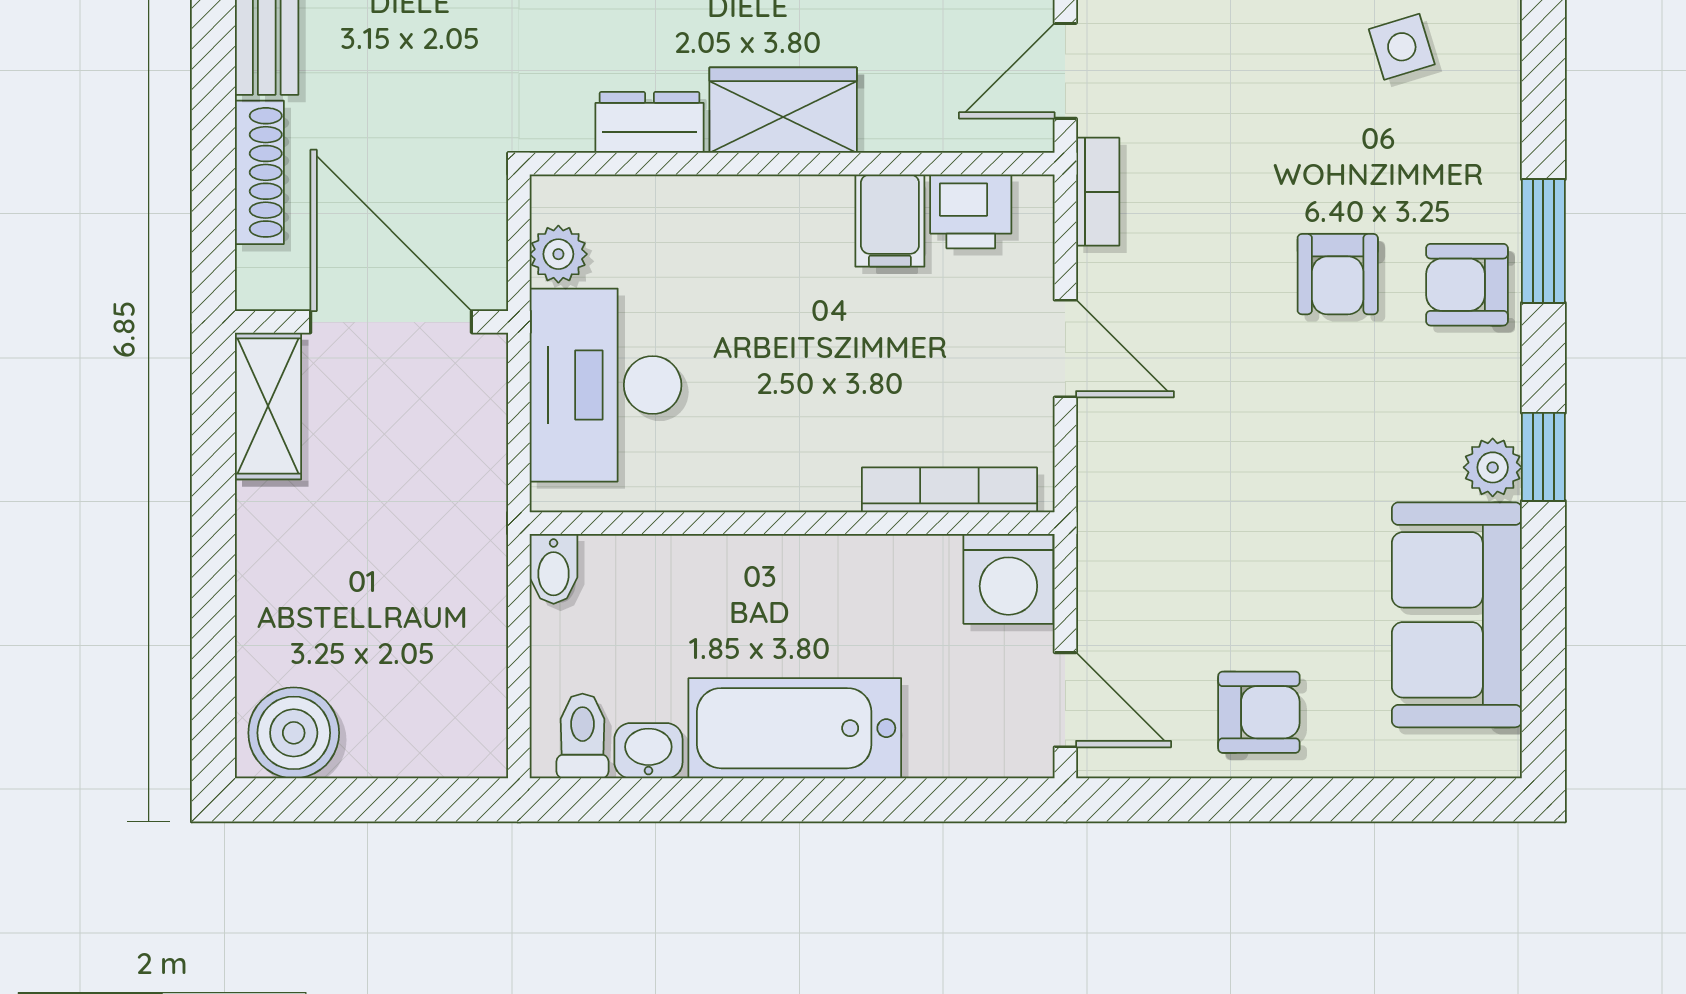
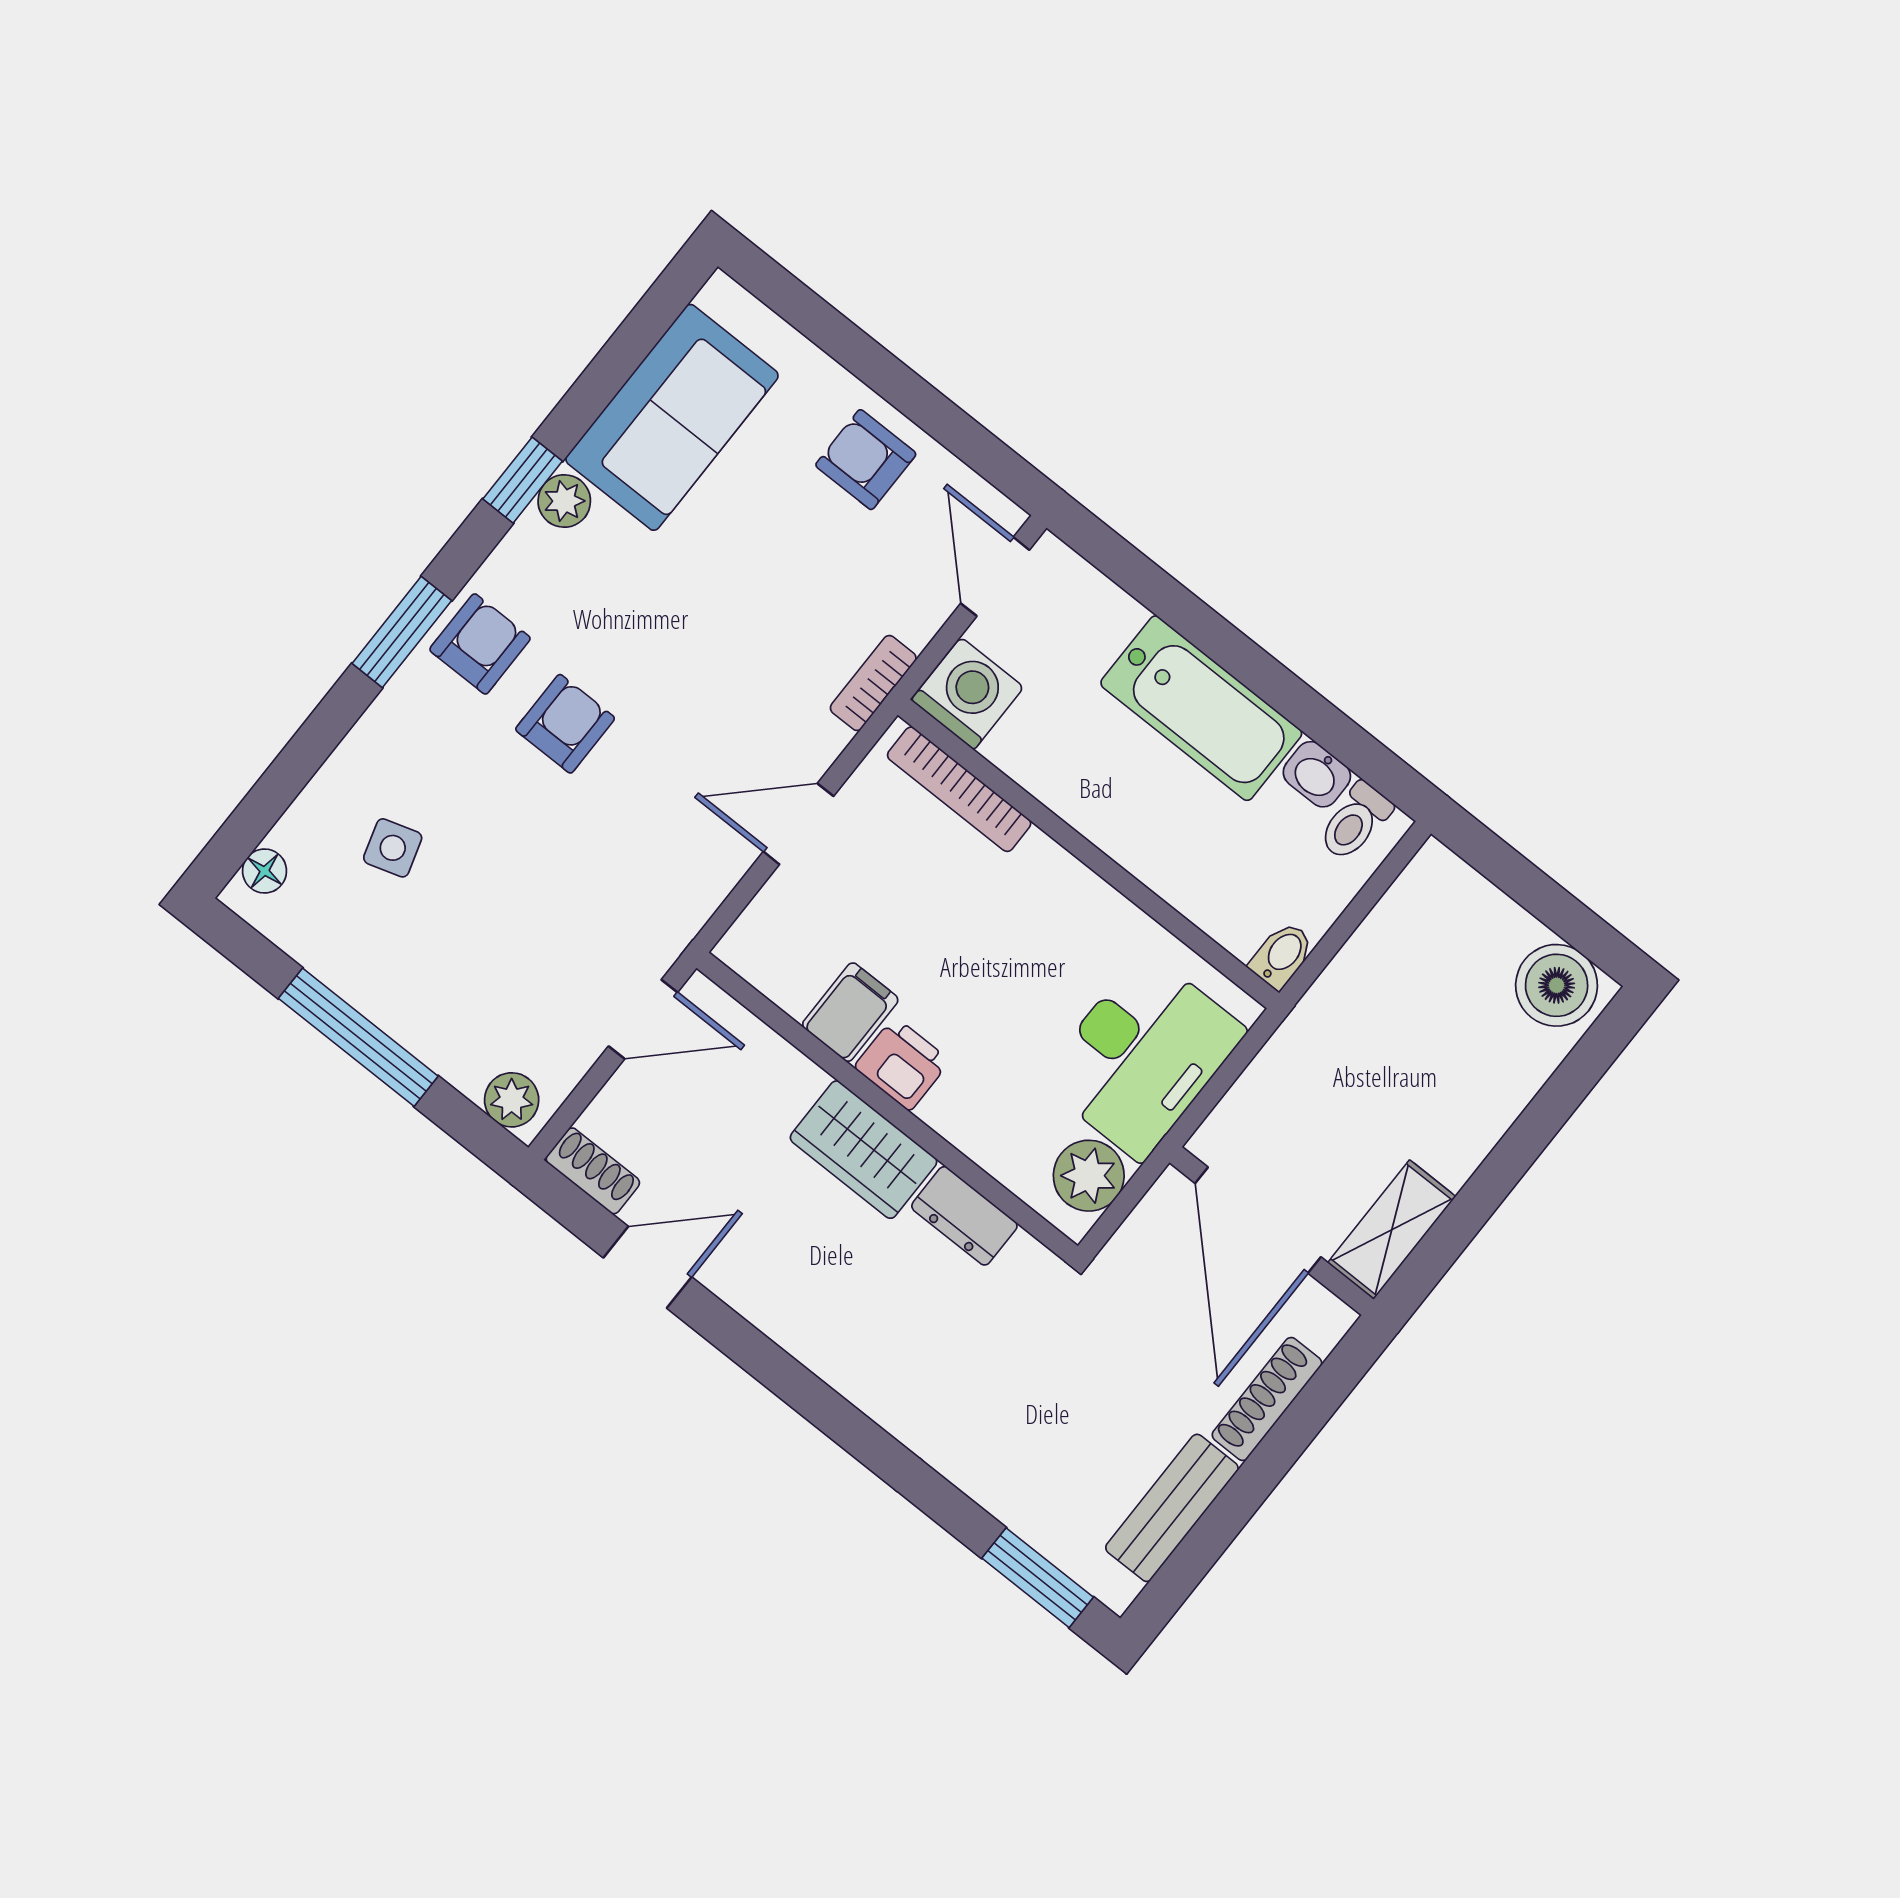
bookcase: (1098, 192) -> (873, 683), moved
printer: (971, 211) -> (902, 1064), moved
plant: (558, 254) -> (1089, 1176), width x1.38, depth x1.38
armchair: (1467, 285) -> (480, 644), turned -90
door: (1065, 349) -> (798, 824), hinge flipped

